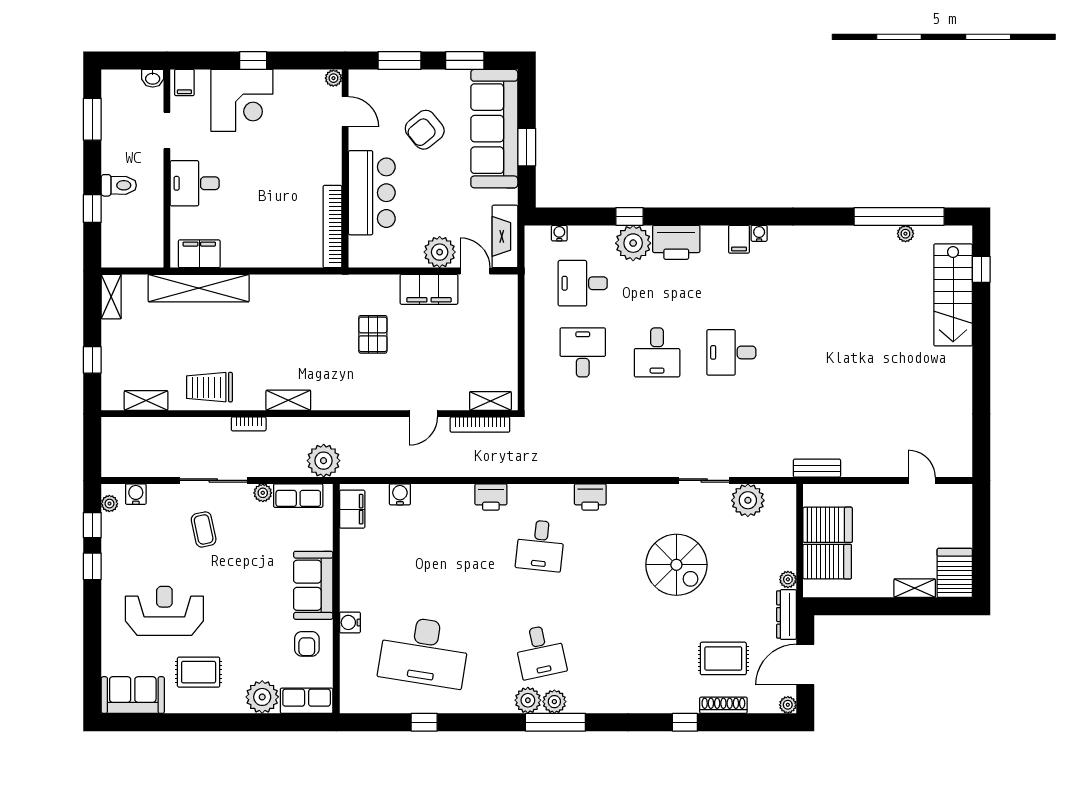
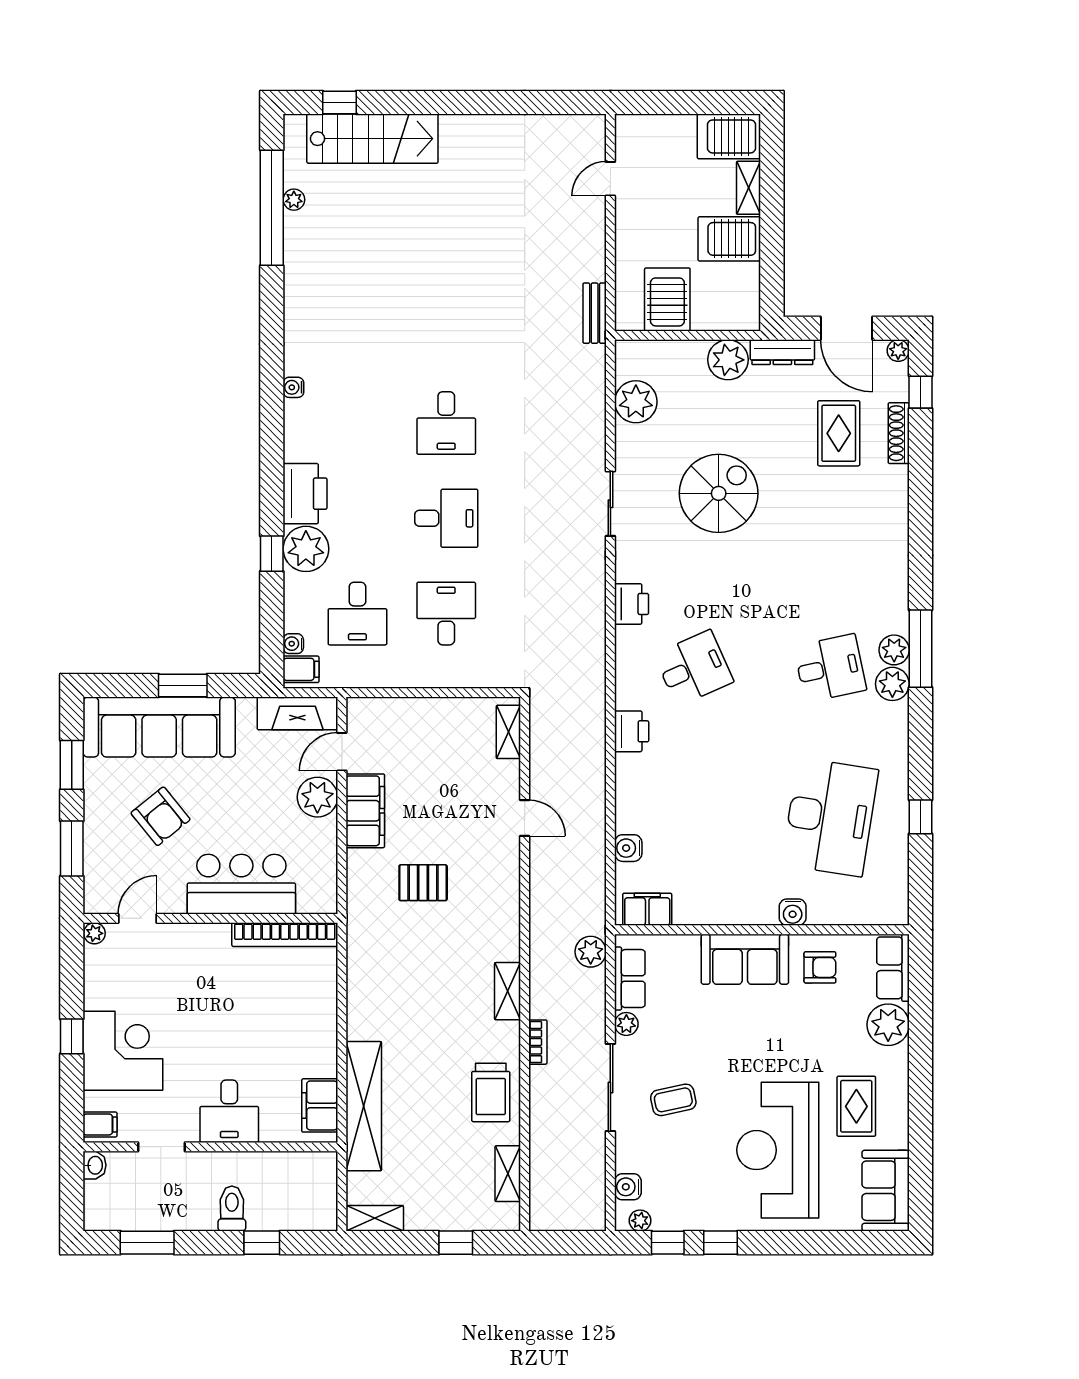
filing cabinet: (739, 239) -> (301, 669), moved
desk: (583, 352) -> (446, 614), turned 90
bookcase: (480, 425) -> (539, 745), removed
plant: (324, 461) -> (591, 952), width x0.73, depth x0.73
sliding door: (704, 480) -> (610, 504), moved
desk: (540, 545) -> (694, 668), turned -30
server rack: (827, 562) -> (729, 239), moved, turned -90
plant: (788, 579) -> (728, 360), width x1.88, depth x1.88
reception desk: (164, 611) -> (778, 1150), width x1.36, depth x1.30
window: (685, 722) -> (920, 392), moved

